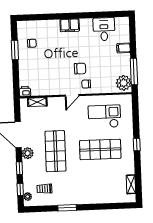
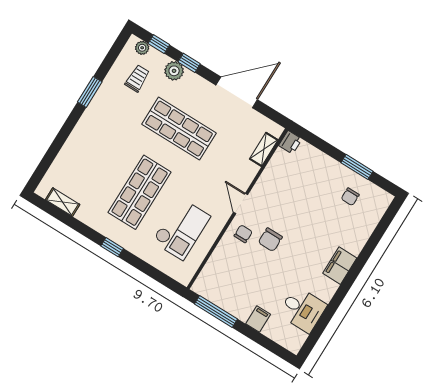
plant: (124, 83) -> (210, 287), removed
plant: (28, 153) -> (174, 71), moved

